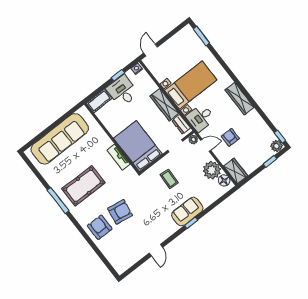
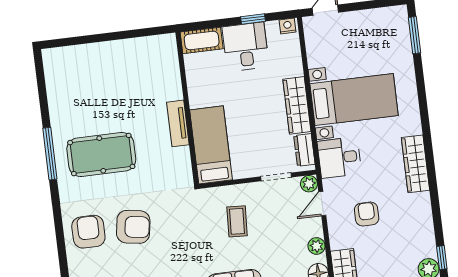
sofa: (60, 139) -> (108, 62), removed
door: (206, 145) -> (322, 204), swing flipped
bed: (138, 146) -> (211, 145), width x0.67
tv unit: (119, 157) -> (178, 123), moved
plant: (212, 170) -> (317, 246), width x0.53, depth x0.53

